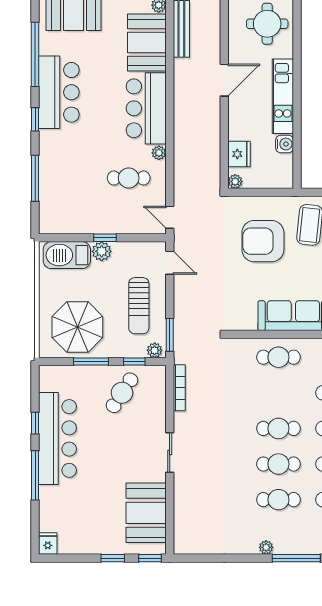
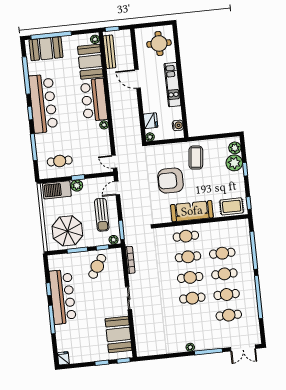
door: (224, 80) -> (138, 79), swing flipped
bar counter: (59, 92) -> (43, 104), width x1.36
water cooler: (285, 144) -> (178, 125), moved
cafe table: (129, 178) -> (60, 161), moved
armchair: (263, 241) -> (170, 181), moved
door: (170, 263) -> (117, 188), swing flipped
cafe table: (278, 500) -> (188, 257), moved

